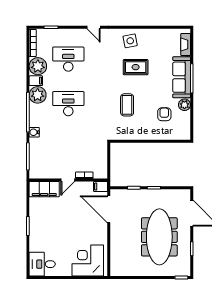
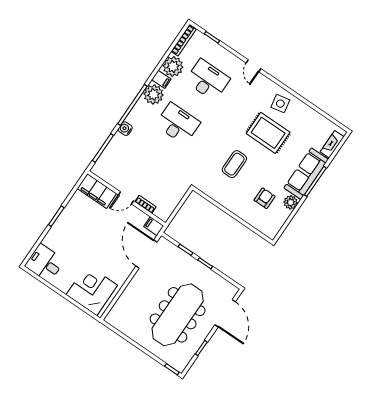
rug: (136, 67) -> (268, 133), width x1.36, depth x1.43

